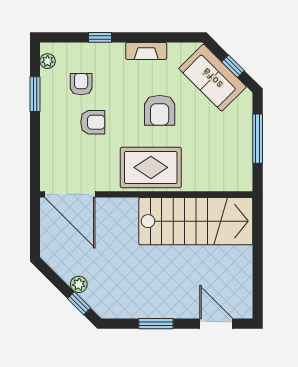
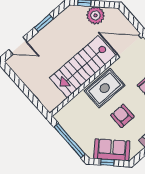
window: (258, 139) -> (70, 141), width x1.46
stairs: (196, 221) -> (83, 67), moved
plant: (79, 284) -> (95, 15), width x1.88, depth x1.88

